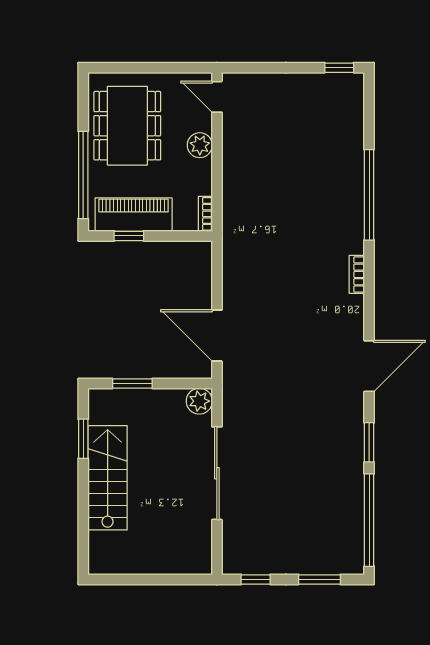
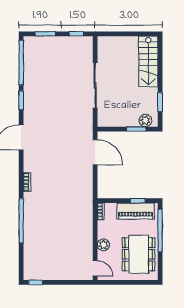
plant: (199, 401) -> (145, 120), moved
stairs: (108, 478) -> (148, 61), moved

